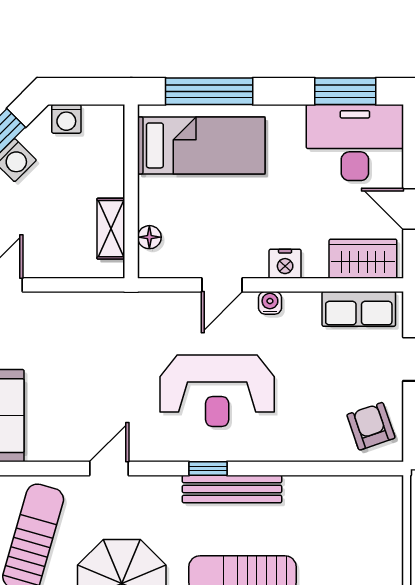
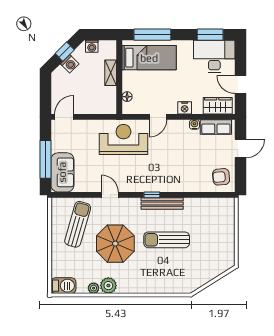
shelving: (111, 229) -> (111, 73), moved
water cooler: (270, 303) -> (194, 124), moved
reception desk: (217, 391) -> (123, 140), moved, turned 180
armchair: (371, 426) -> (221, 177), turned -76
door: (109, 469) -> (110, 195), hinge flipped

